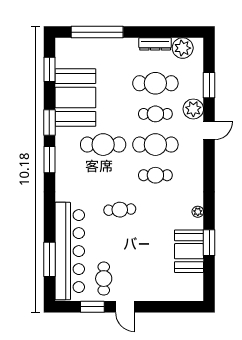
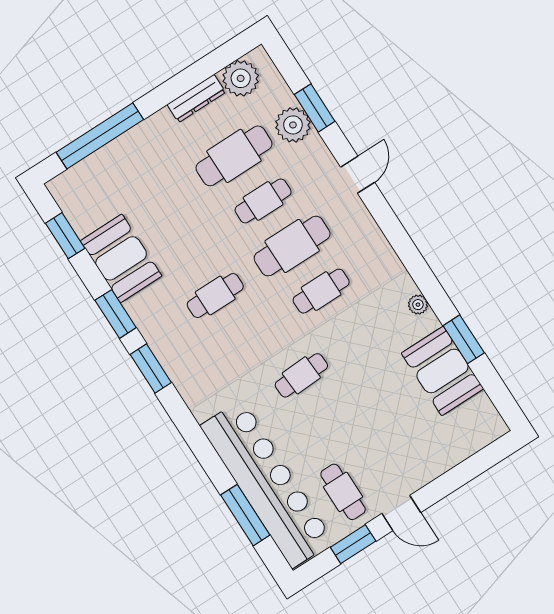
booth: (75, 98) -> (121, 258), width x0.73, depth x0.70
plant: (193, 109) -> (293, 125), moved
cafe table: (103, 145) -> (215, 296), width x0.73, depth x0.74

